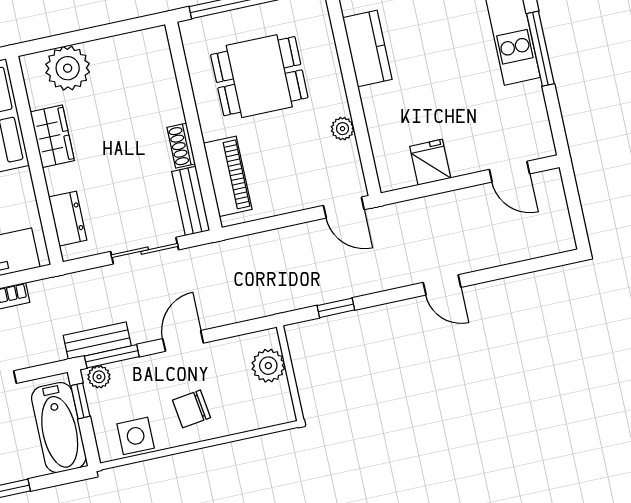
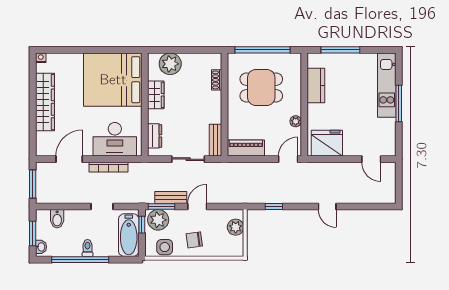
shoe rack: (181, 146) -> (217, 80), moved
fridge: (430, 162) -> (327, 143), width x1.88, depth x1.34
piano: (228, 176) -> (246, 148), moved, turned -90
door: (344, 208) -> (288, 159), swing flipped
bench: (97, 341) -> (171, 197), moved
plant: (99, 377) -> (158, 220), width x1.87, depth x1.87

